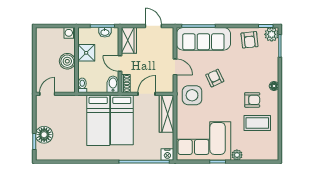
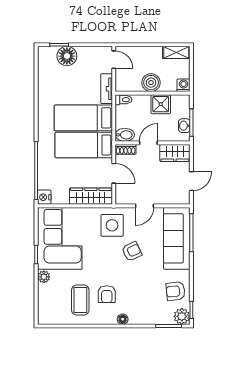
shelving: (41, 39) -> (176, 52), added
tv unit: (73, 100) -> (107, 89), added

